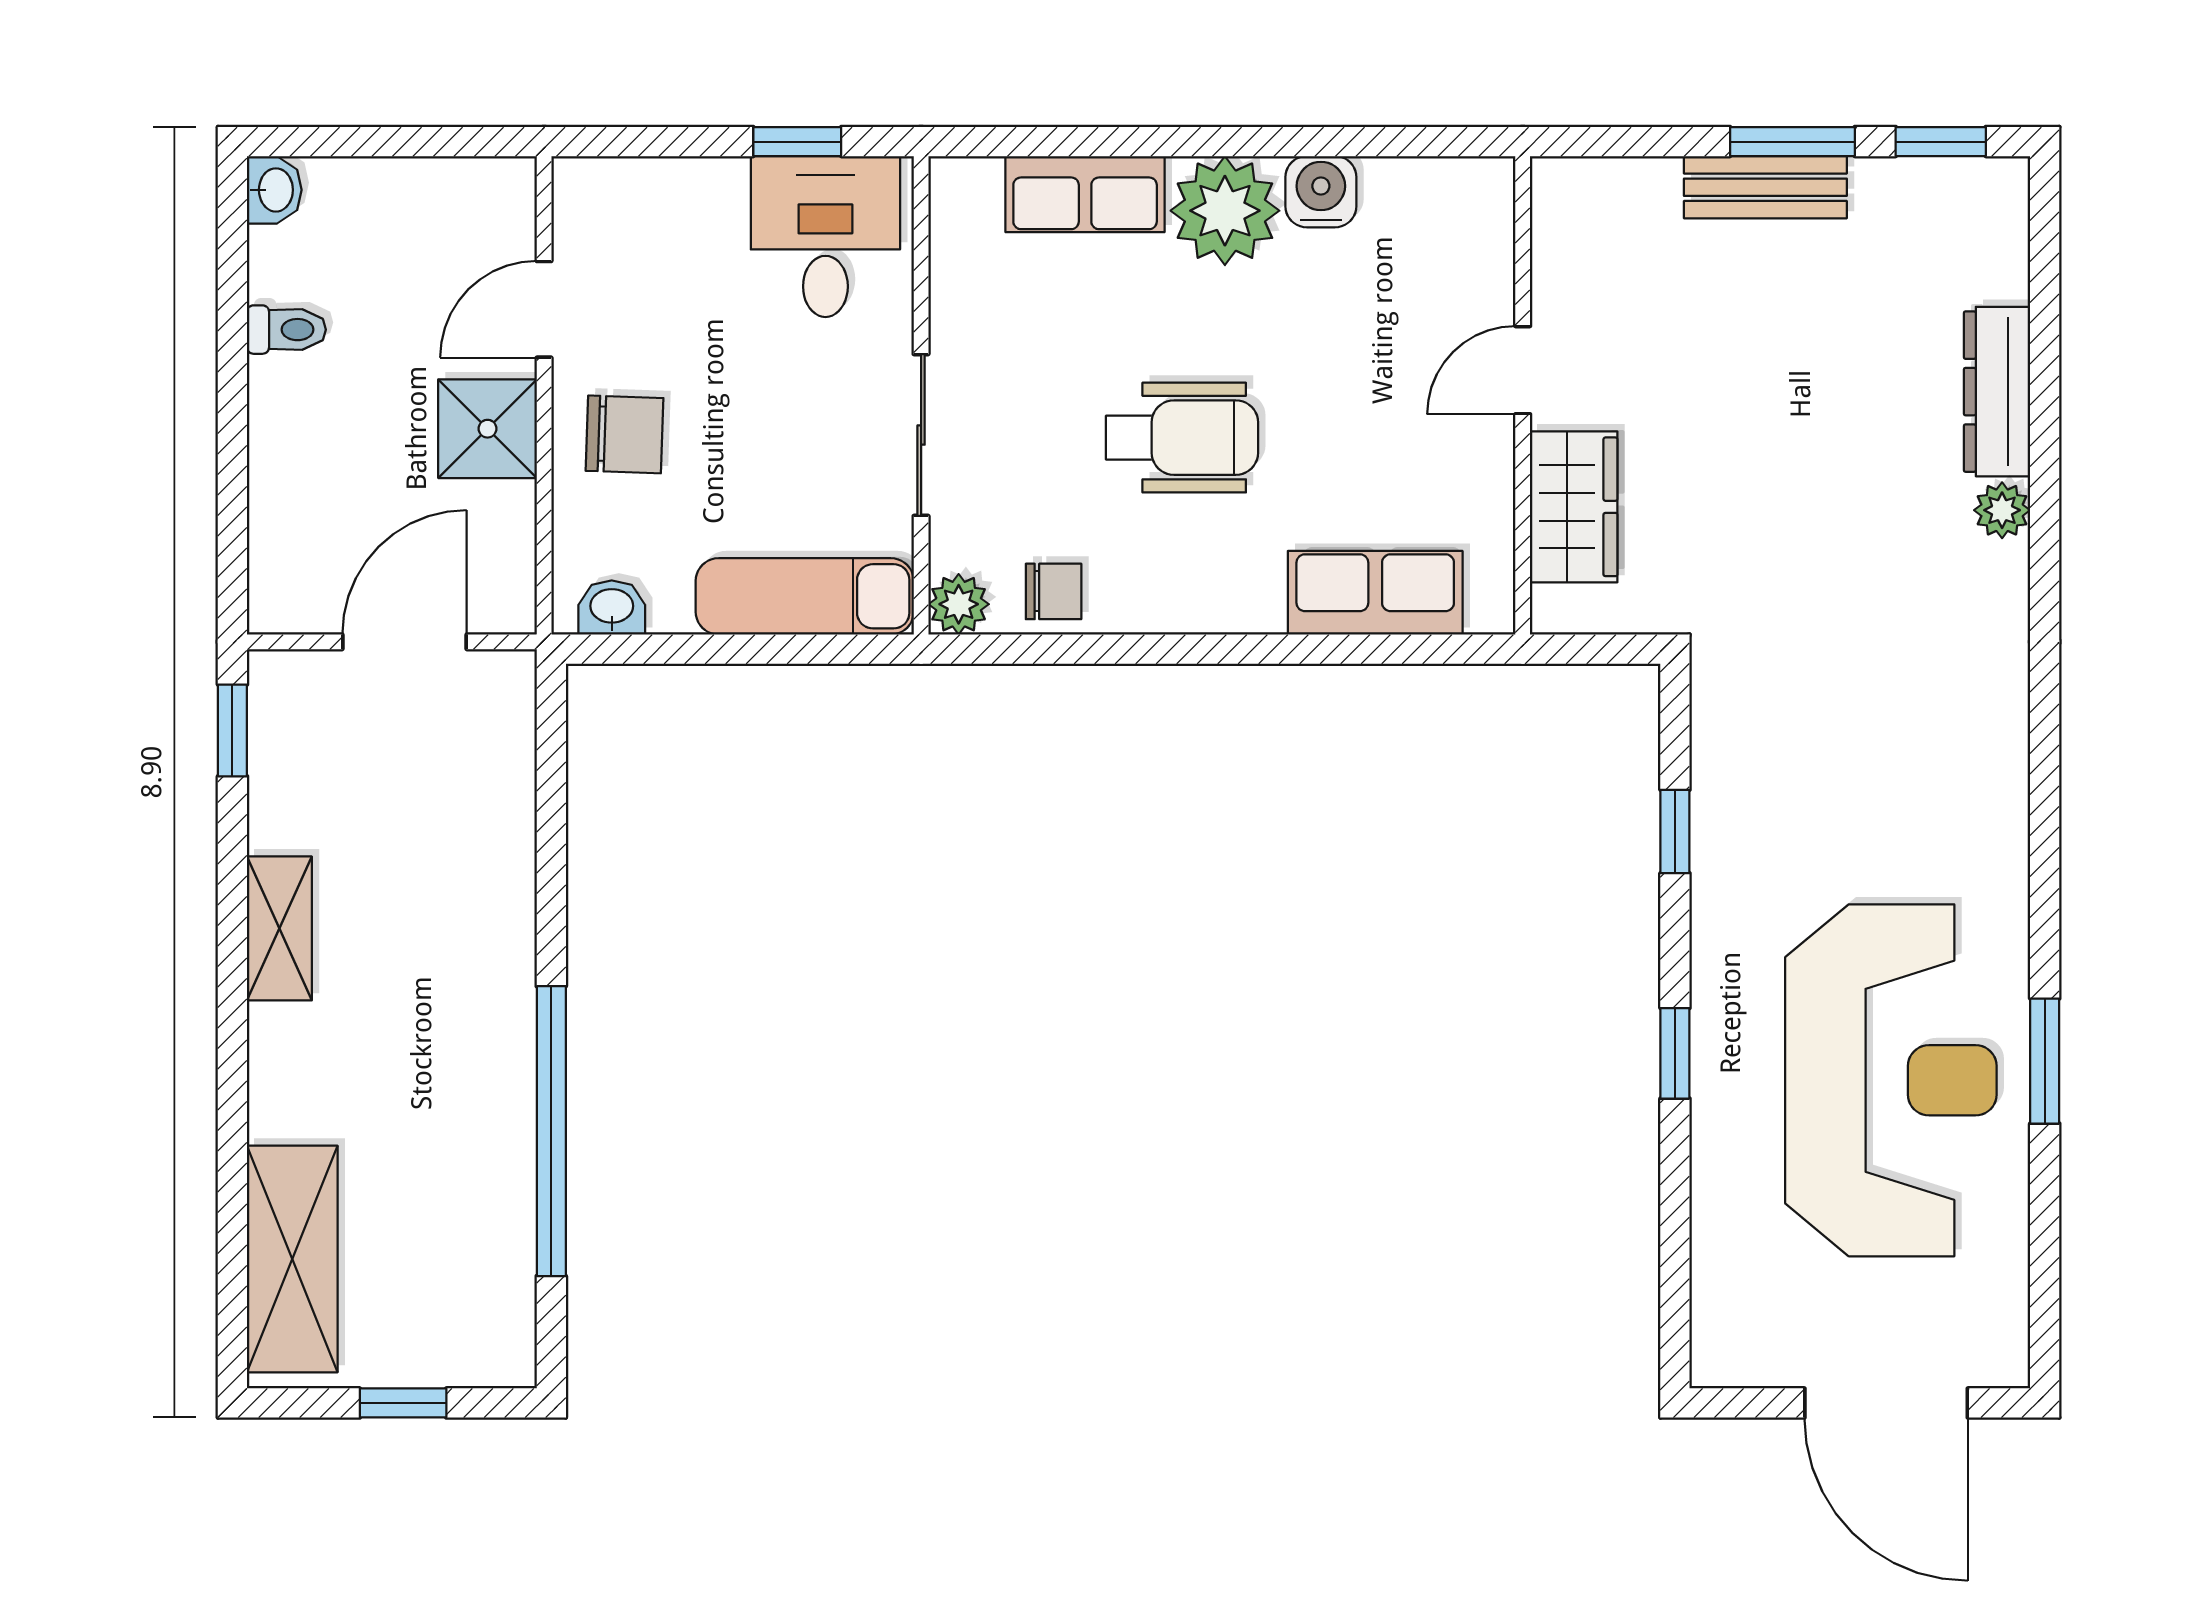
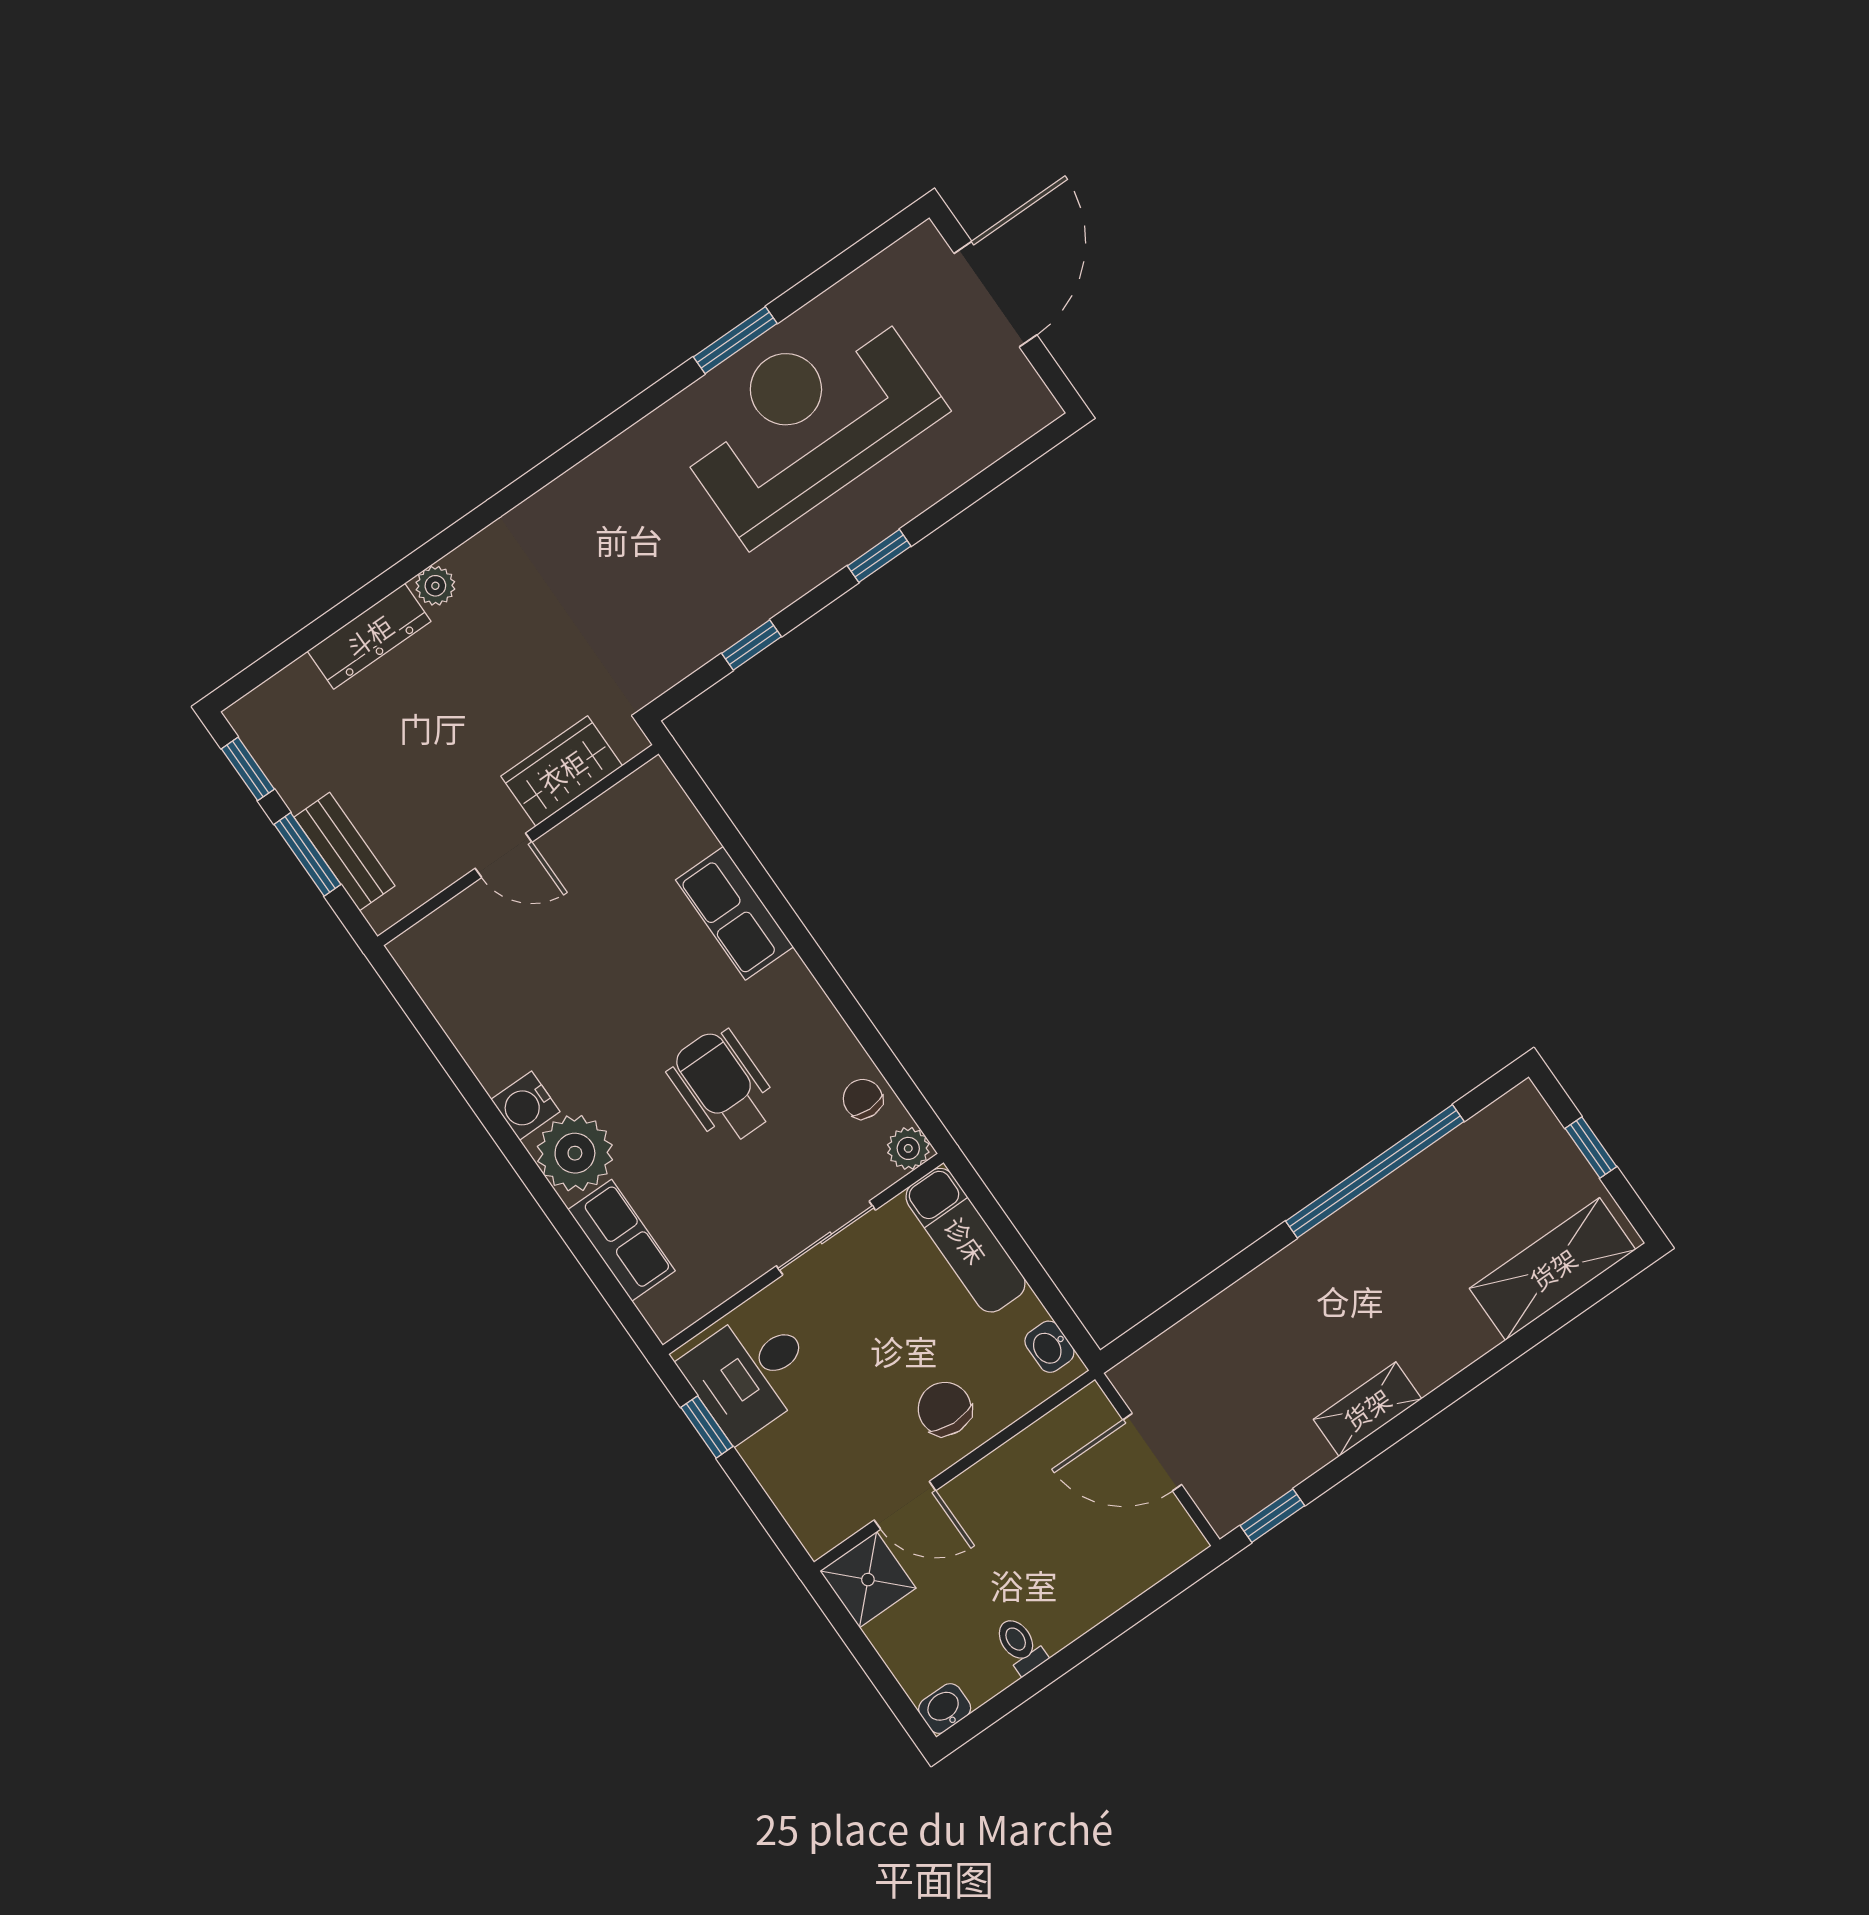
door: (1523, 370) -> (504, 855), moved
wall: (1523, 395) -> (518, 845), moved
shower: (487, 429) -> (868, 1580), moved
wardrobe: (1574, 507) -> (562, 771), moved

